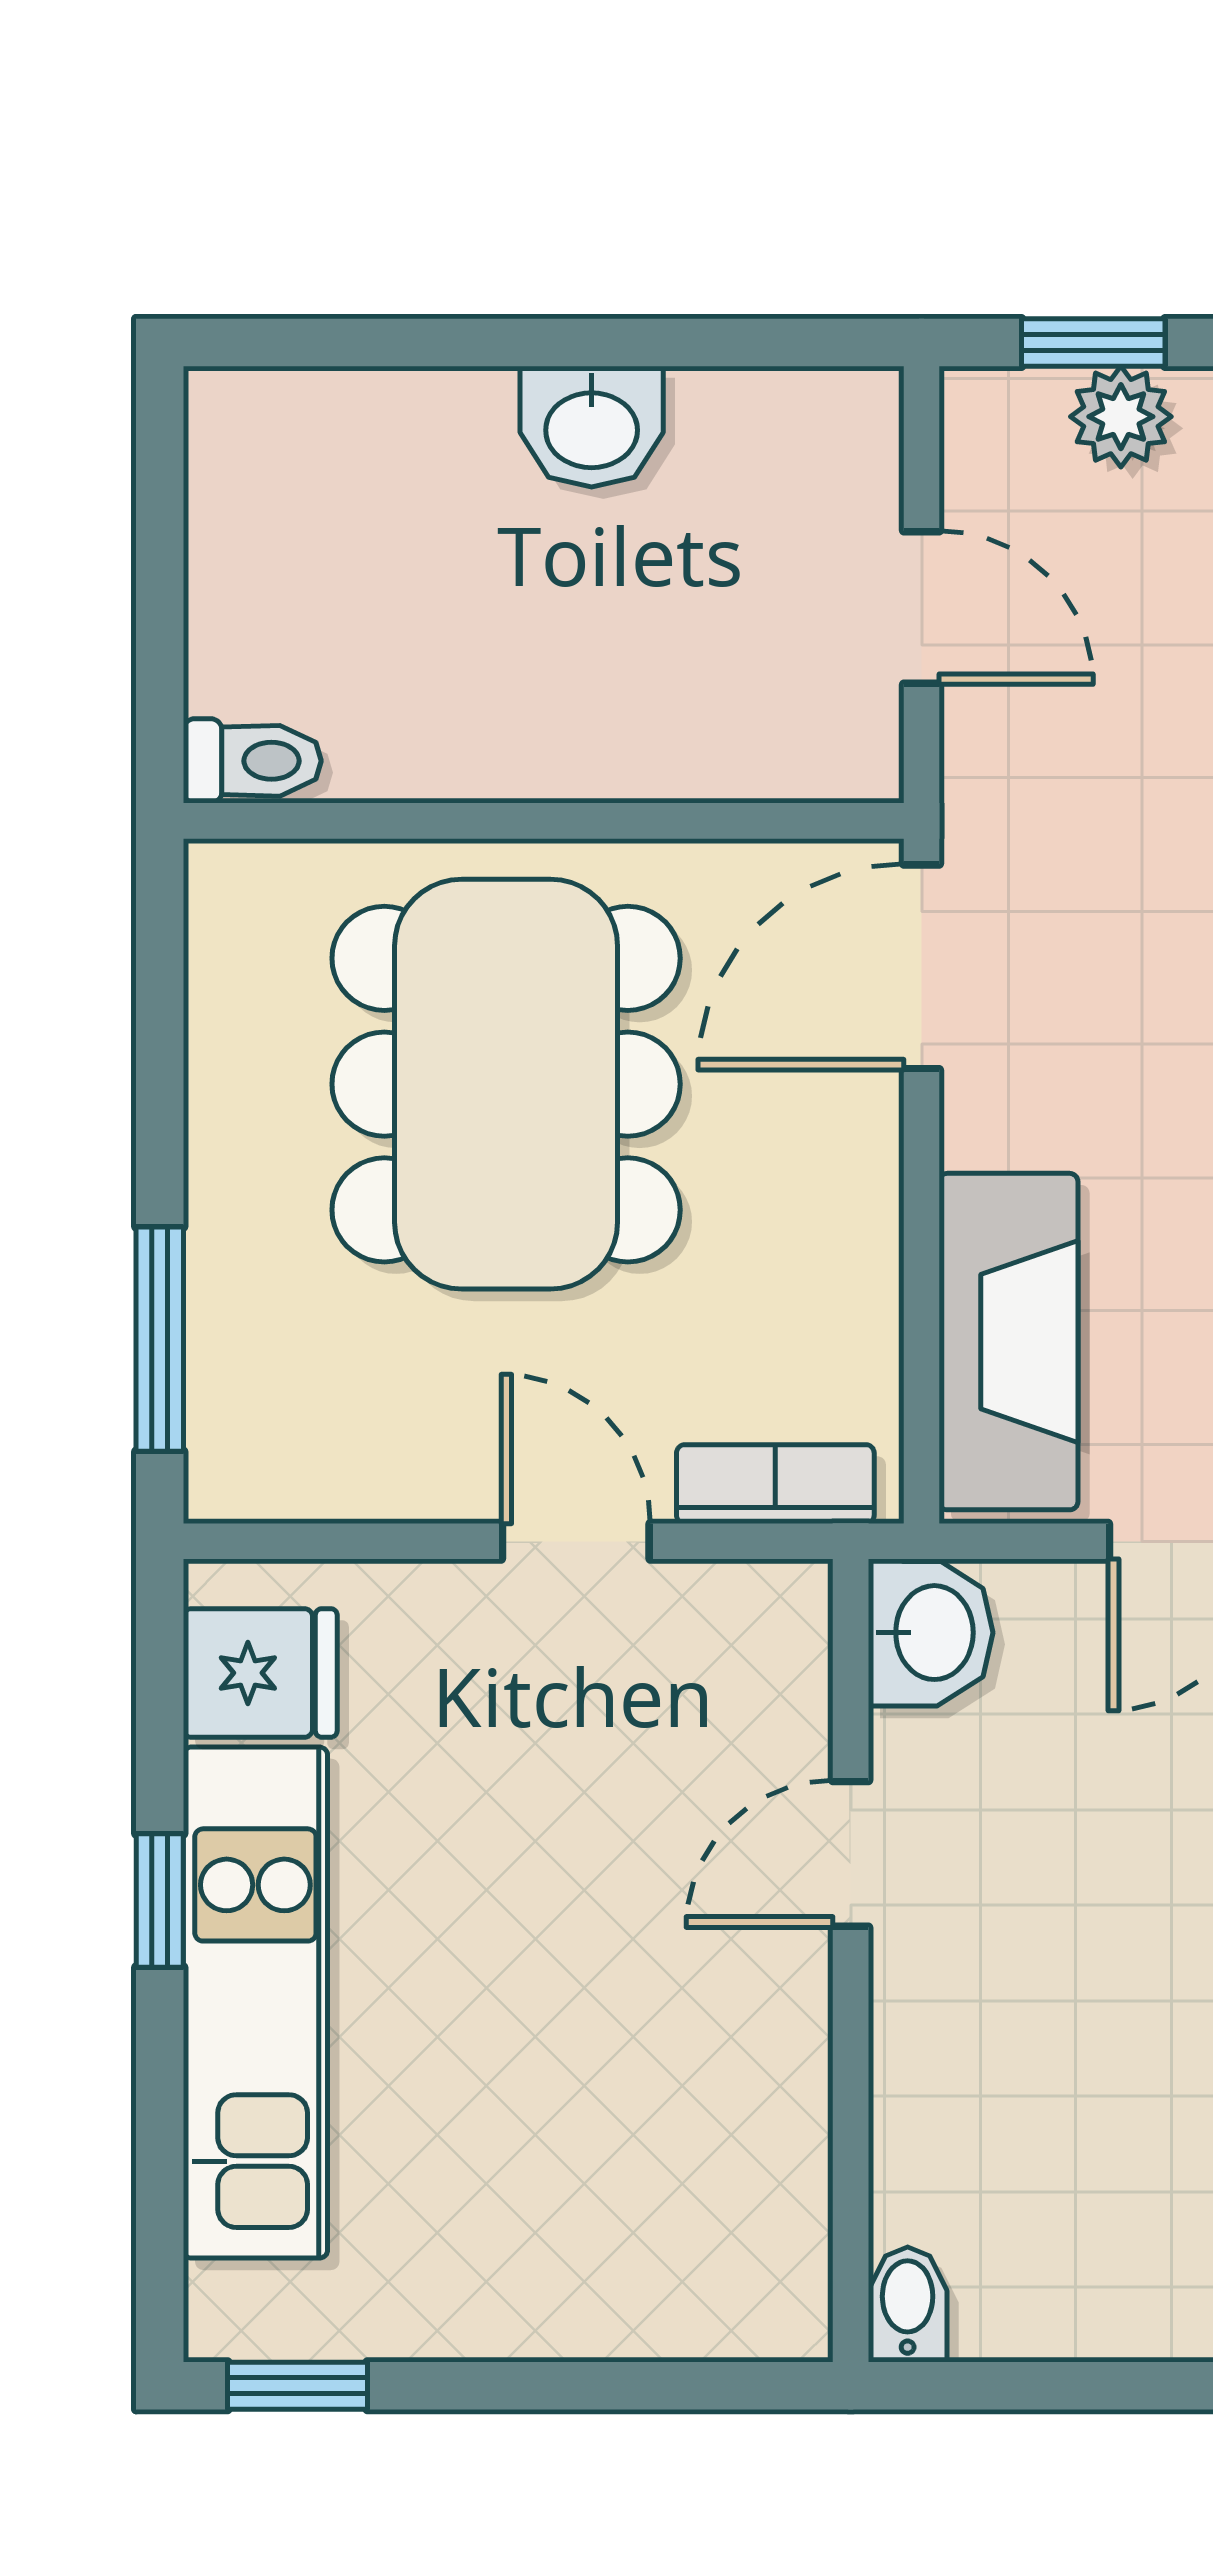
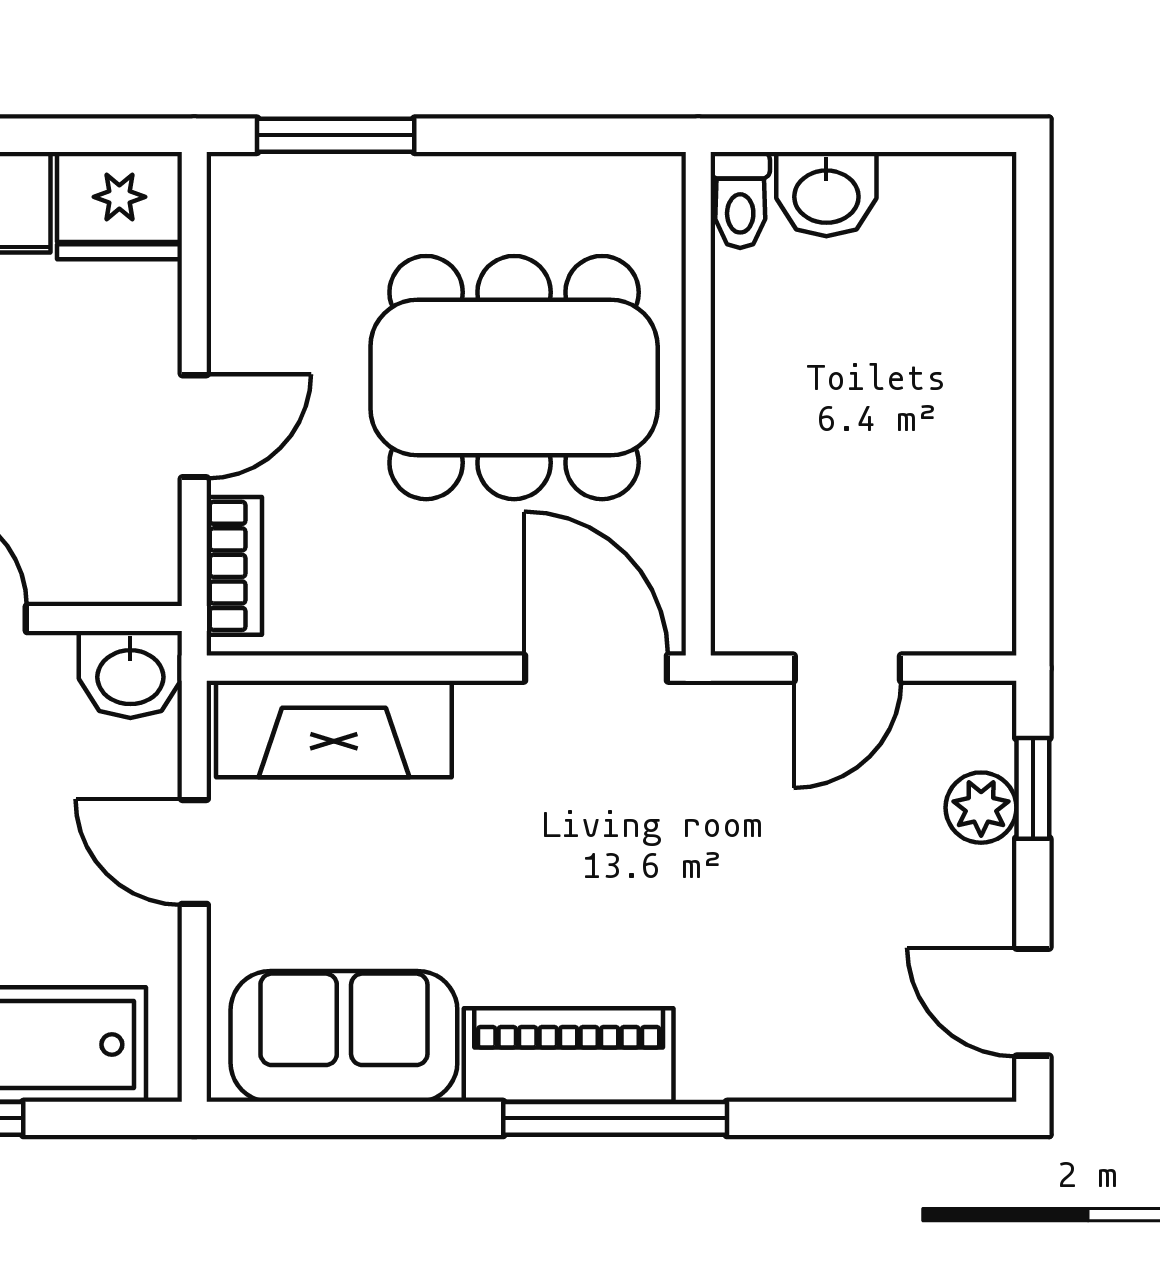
washbasin: (592, 427) -> (826, 194), moved, turned -90
fridge: (260, 1673) -> (119, 206), width x1.38

